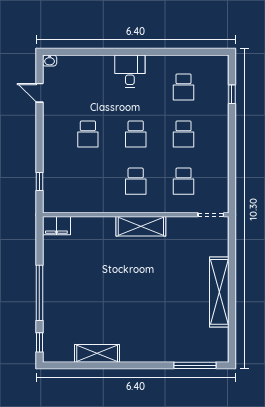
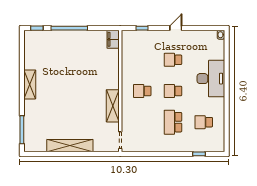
desk: (130, 71) -> (211, 79), width x1.87, depth x1.30
door: (39, 93) -> (176, 28), moved
school desk: (183, 134) -> (173, 122), width x1.85
school desk: (183, 181) -> (142, 122), removed
shelving: (141, 226) -> (113, 106), moved
shelving: (97, 353) -> (30, 84), moved

